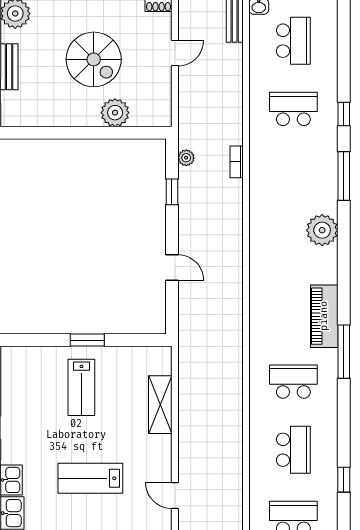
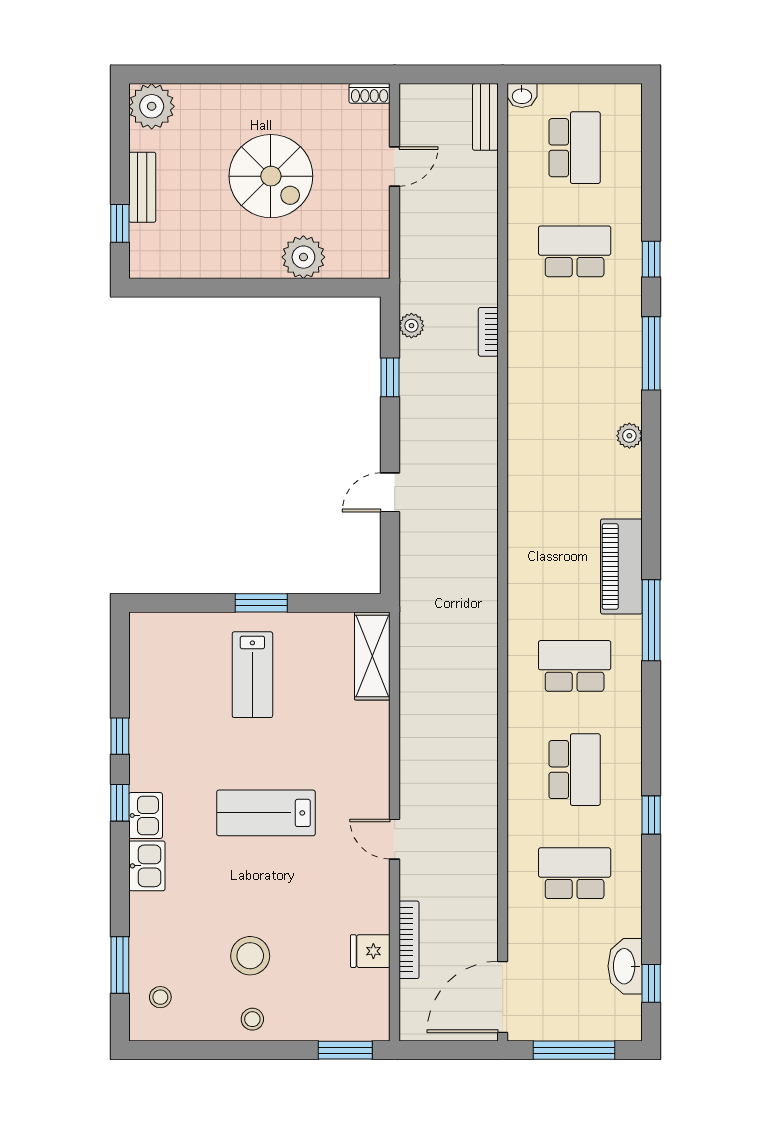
plant: (322, 230) -> (629, 436), width x0.53, depth x0.53
door: (172, 267) -> (390, 492), swing flipped
shelving: (160, 405) -> (372, 656), moved

